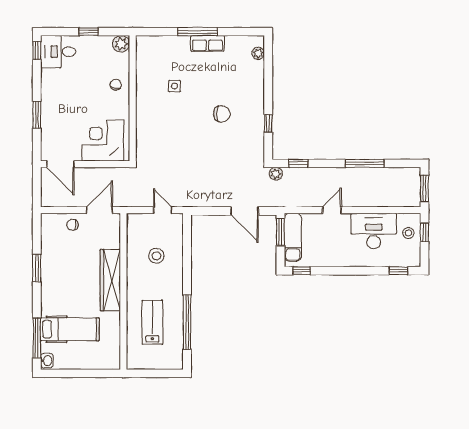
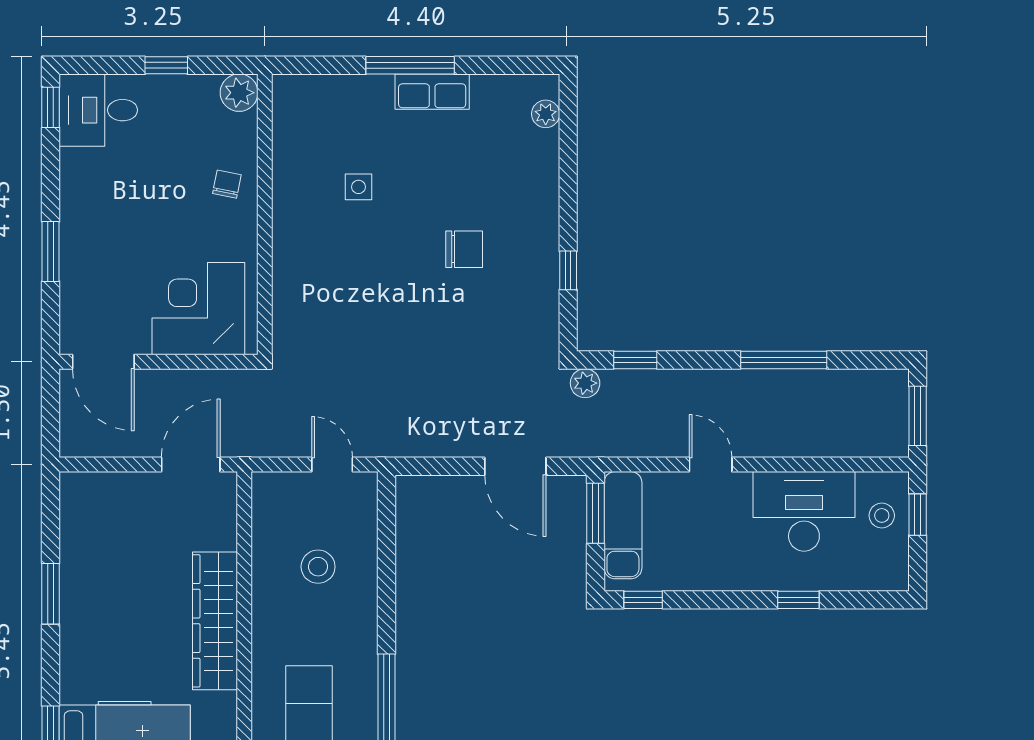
door: (332, 210) -> (711, 465), hinge flipped
chair: (73, 225) -> (130, 497), removed
window: (398, 271) -> (798, 600), moved

